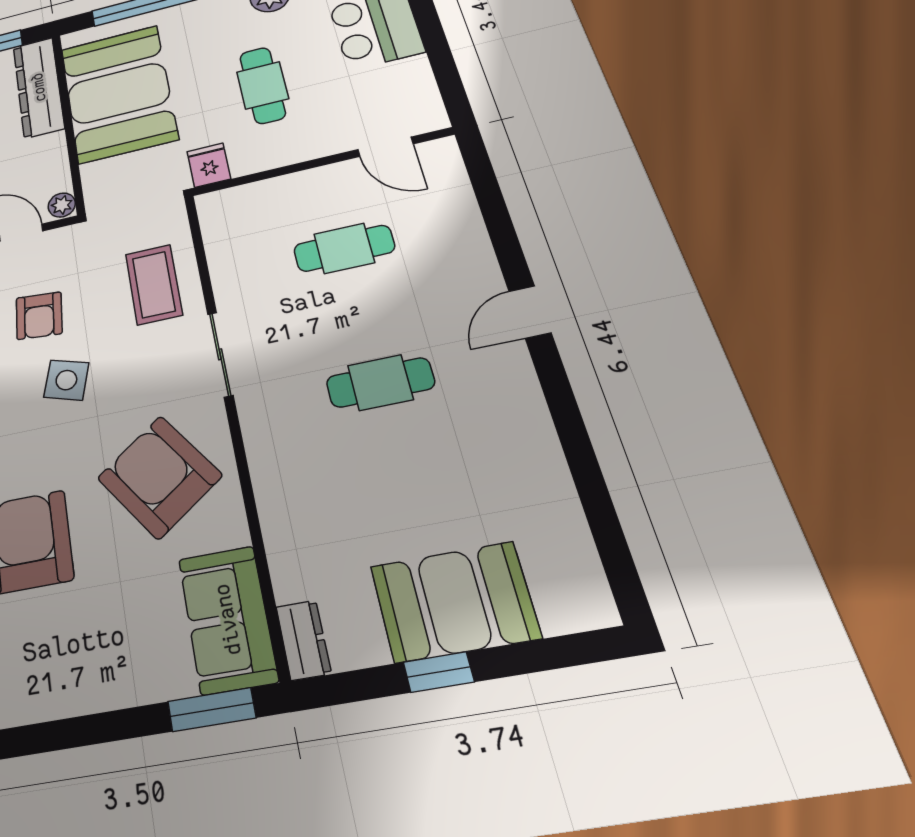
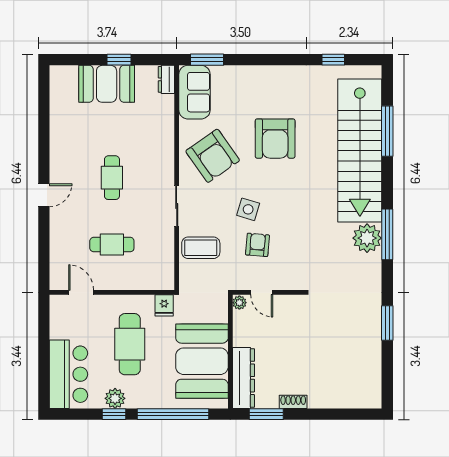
cafe table: (263, 85) -> (130, 344), width x1.37, depth x1.35
coffee table: (154, 284) -> (201, 248), turned 90
cafe table: (380, 383) -> (112, 178), turned 90

